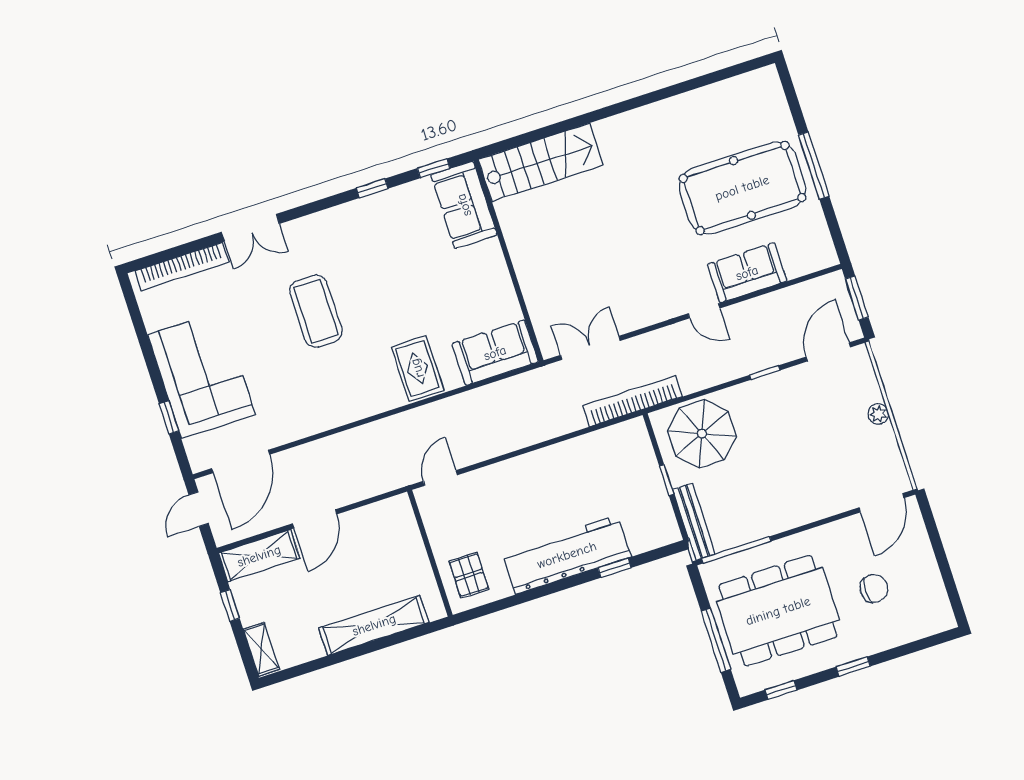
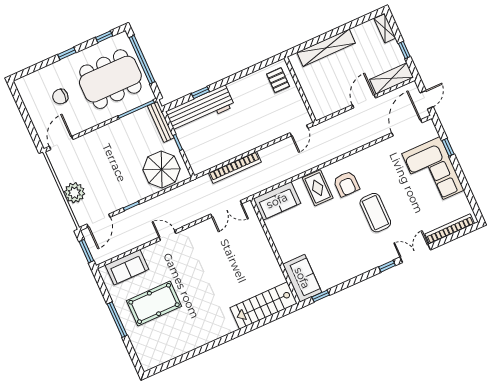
window: (372, 188) -> (387, 266), moved
pool table: (742, 188) -> (154, 303), width x0.73, depth x0.76
sofa: (747, 273) -> (127, 267), moved
armchair: (364, 370) -> (346, 184), added
bookcase: (633, 401) -> (235, 167), moved
plant: (878, 414) -> (74, 193), width x1.88, depth x1.88
workbench: (567, 555) -> (200, 109), moved
window: (716, 640) -> (142, 60), width x1.46

